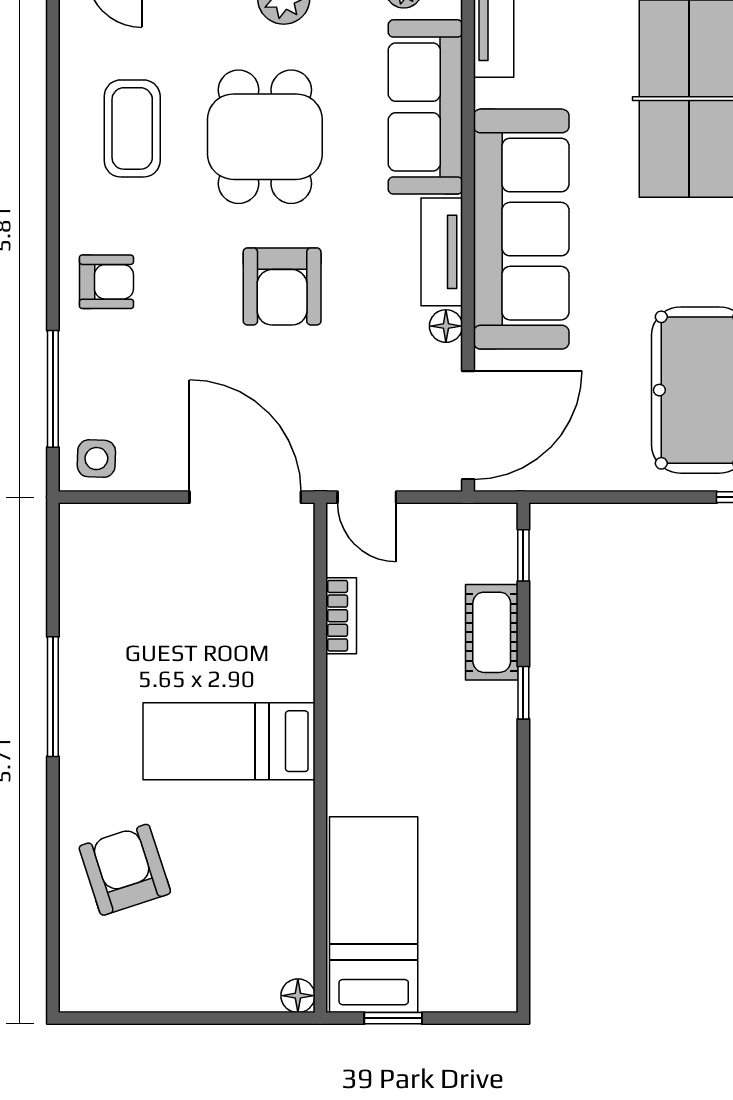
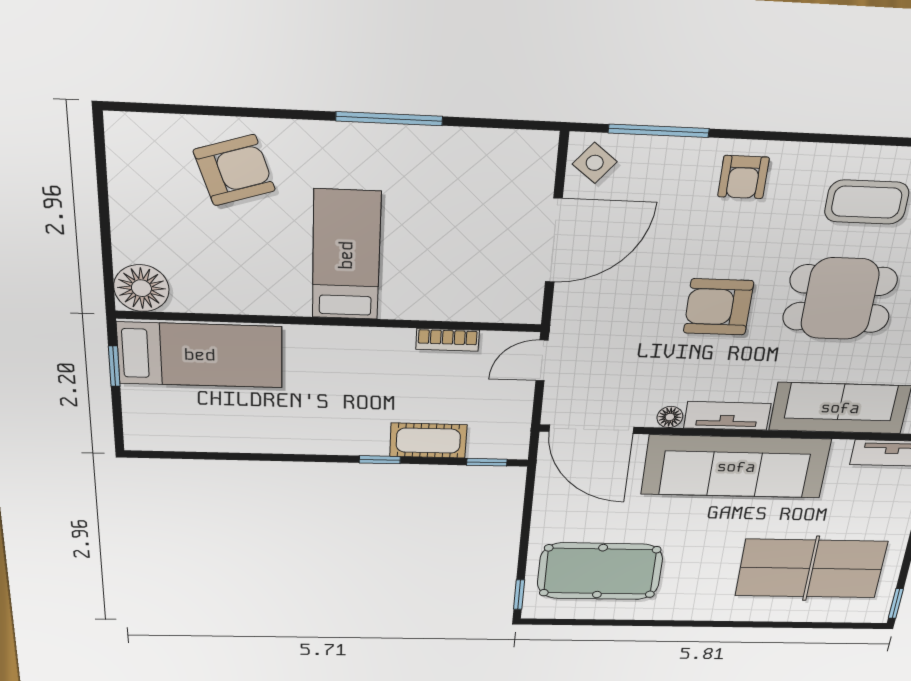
side table: (96, 459) -> (595, 163), turned 37
door: (245, 497) -> (554, 240), moved
floor lamp: (298, 996) -> (141, 288), width x1.89, depth x1.89

